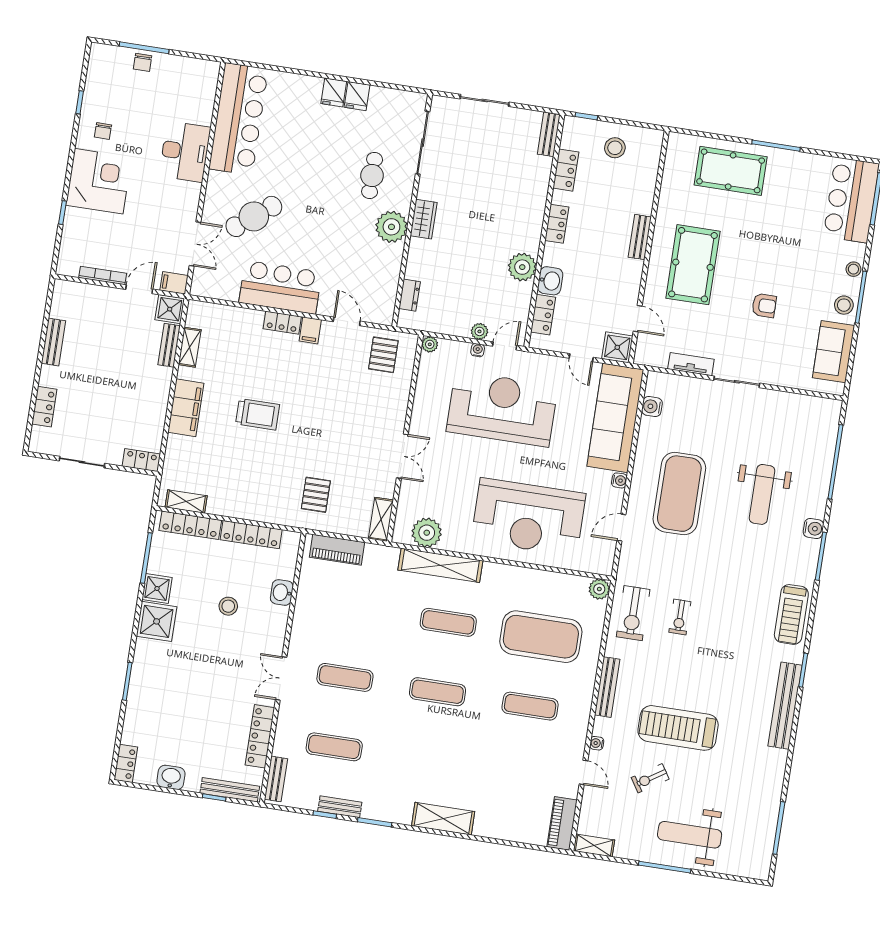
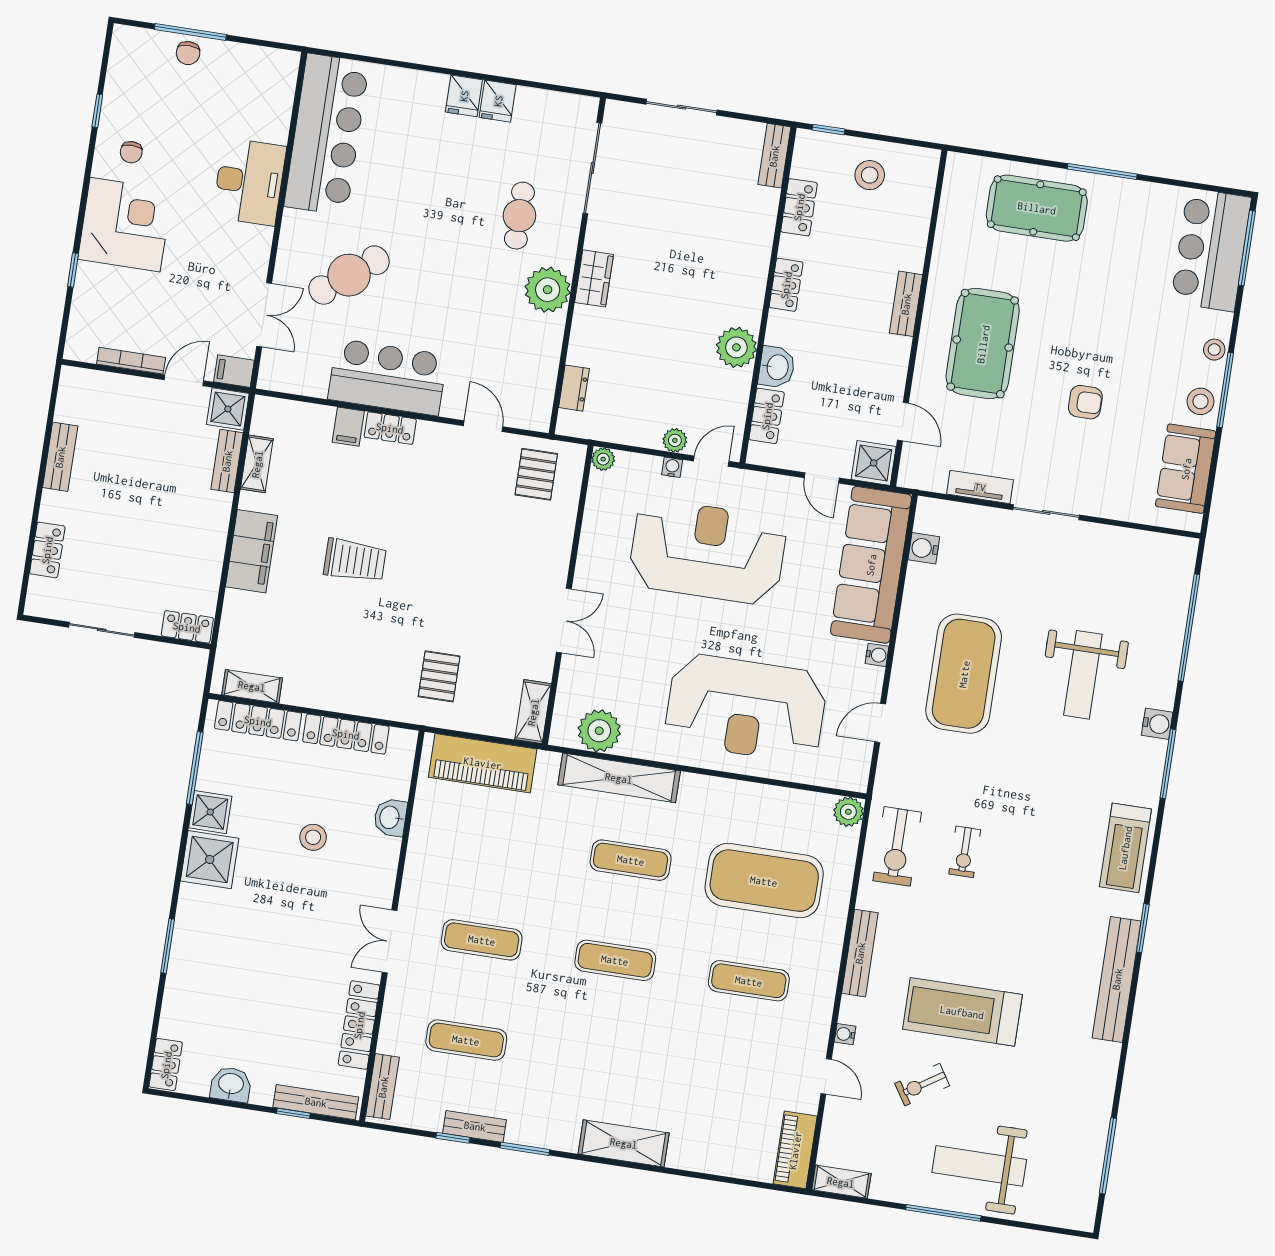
filing cabinet: (310, 330) -> (348, 427), moved
piano: (337, 550) -> (483, 763), width x1.37, depth x1.33

